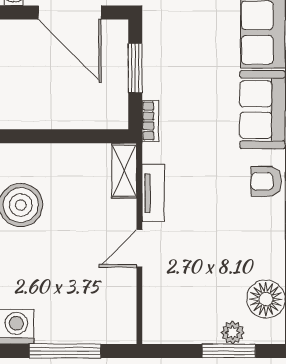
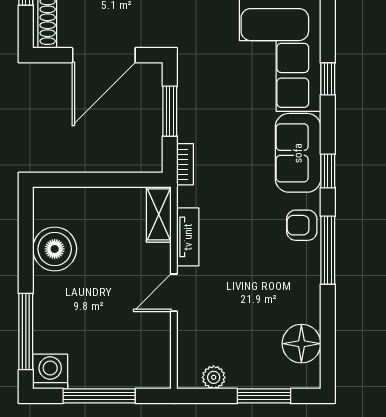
door: (70, 13) -> (104, 55), hinge flipped
plant: (233, 333) -> (214, 377), moved

